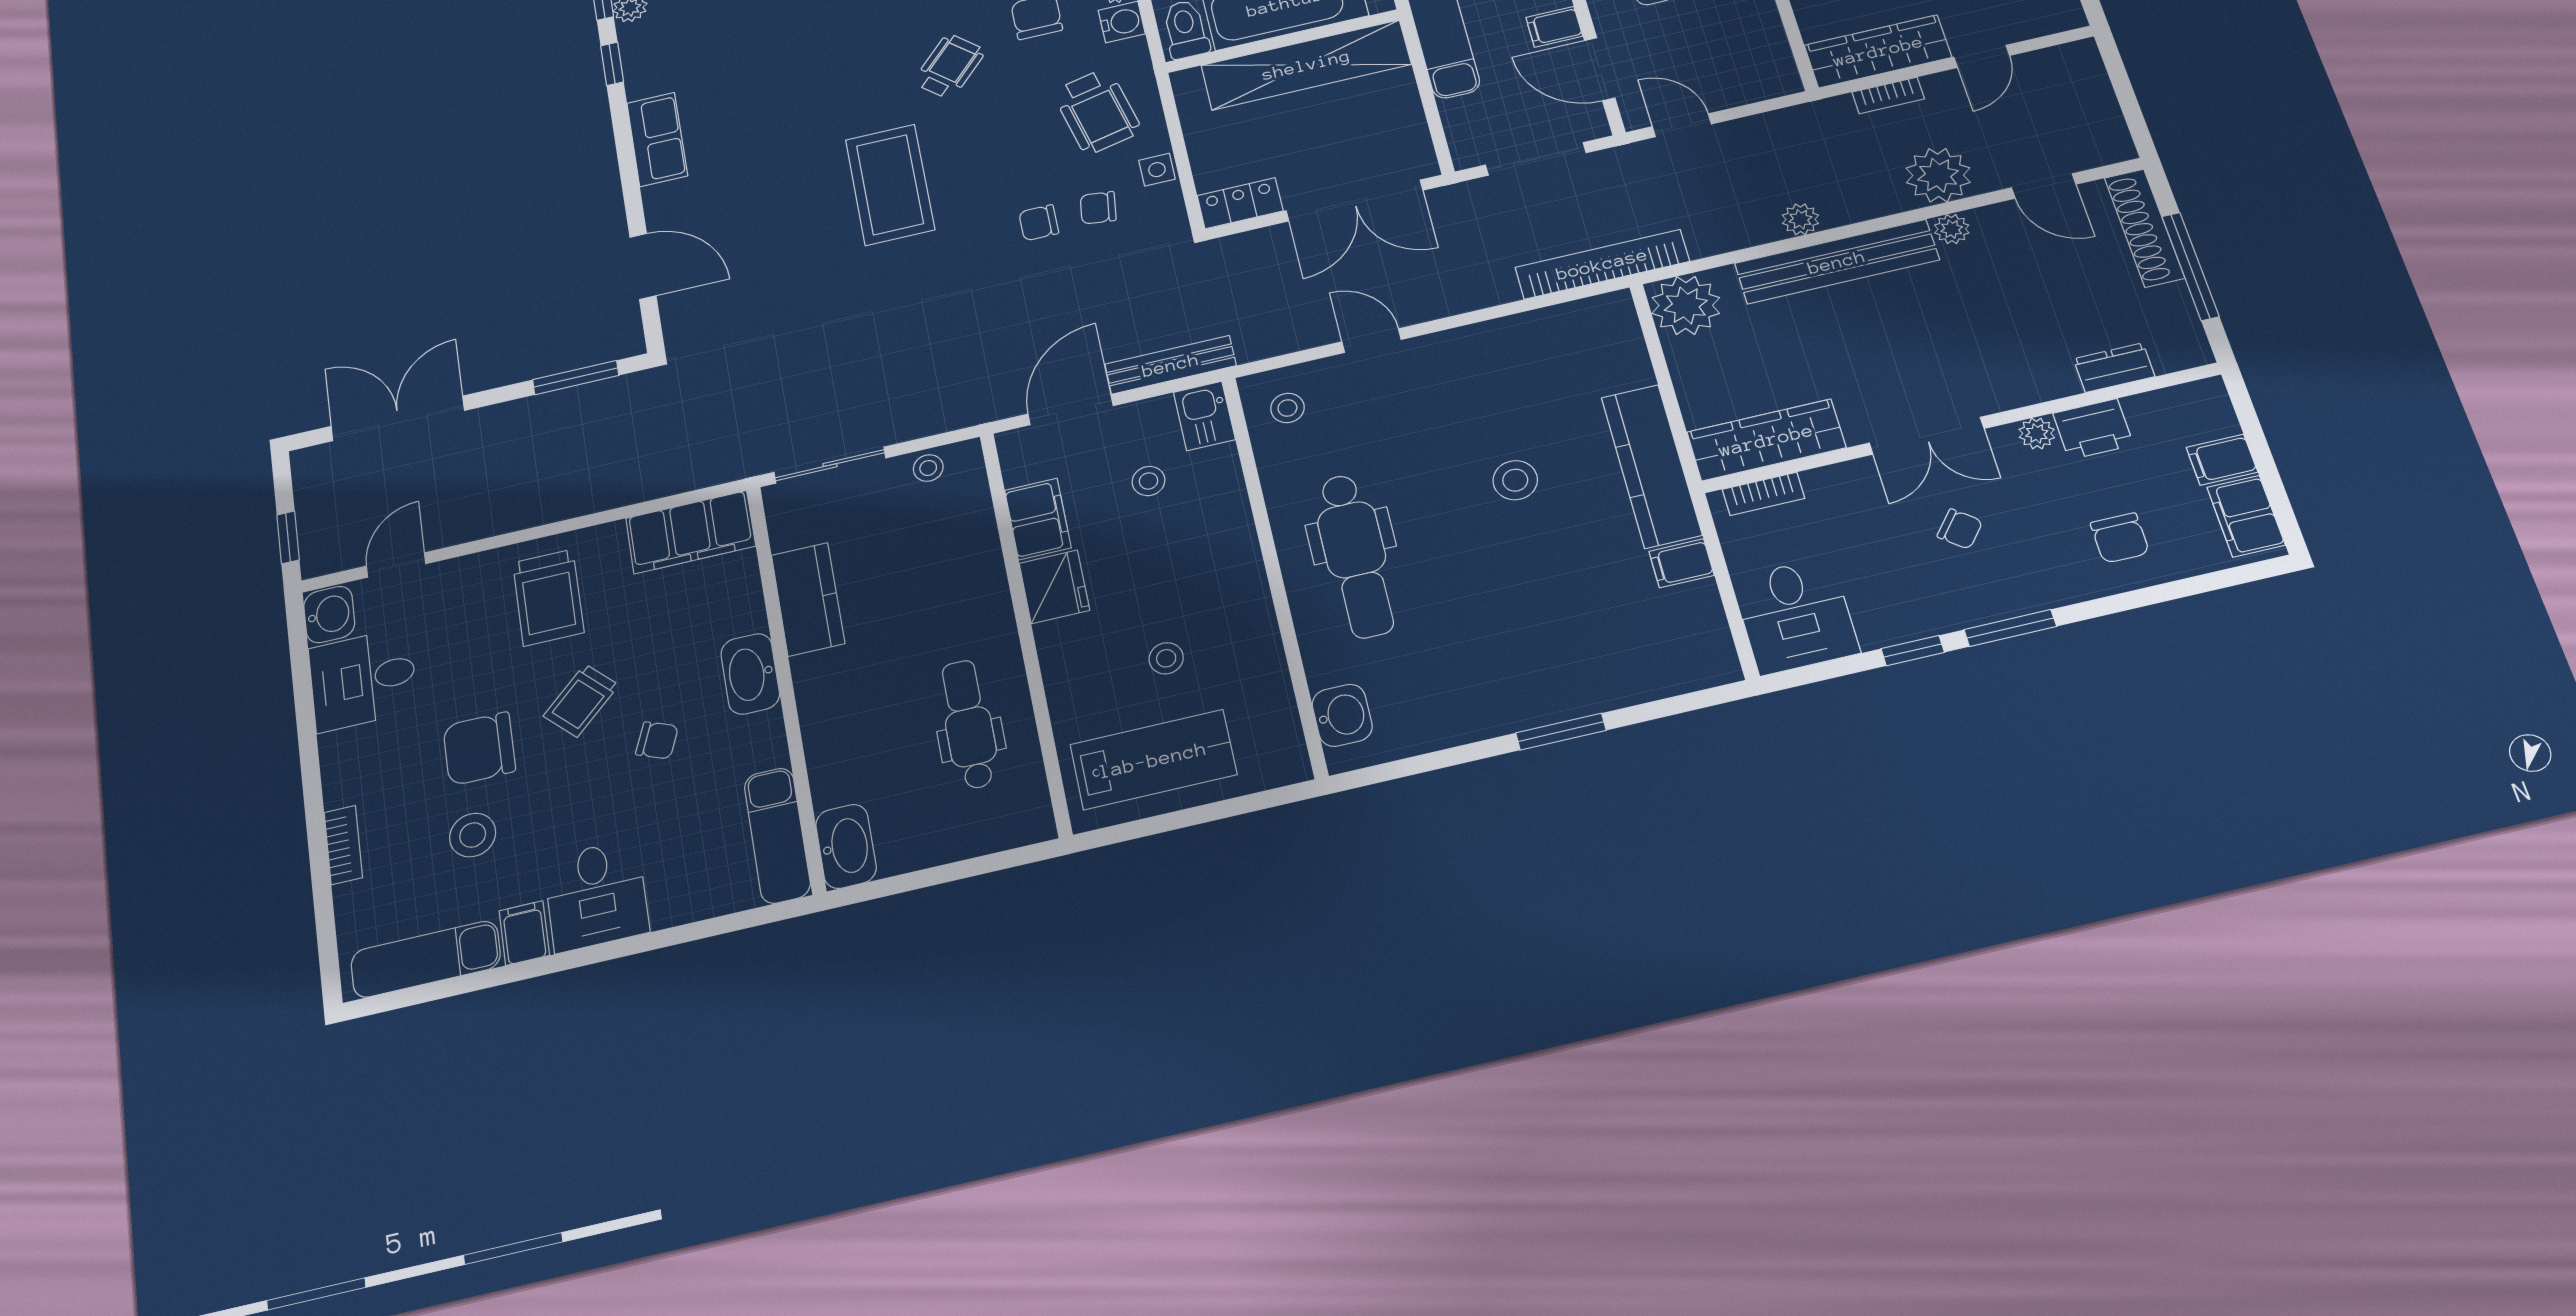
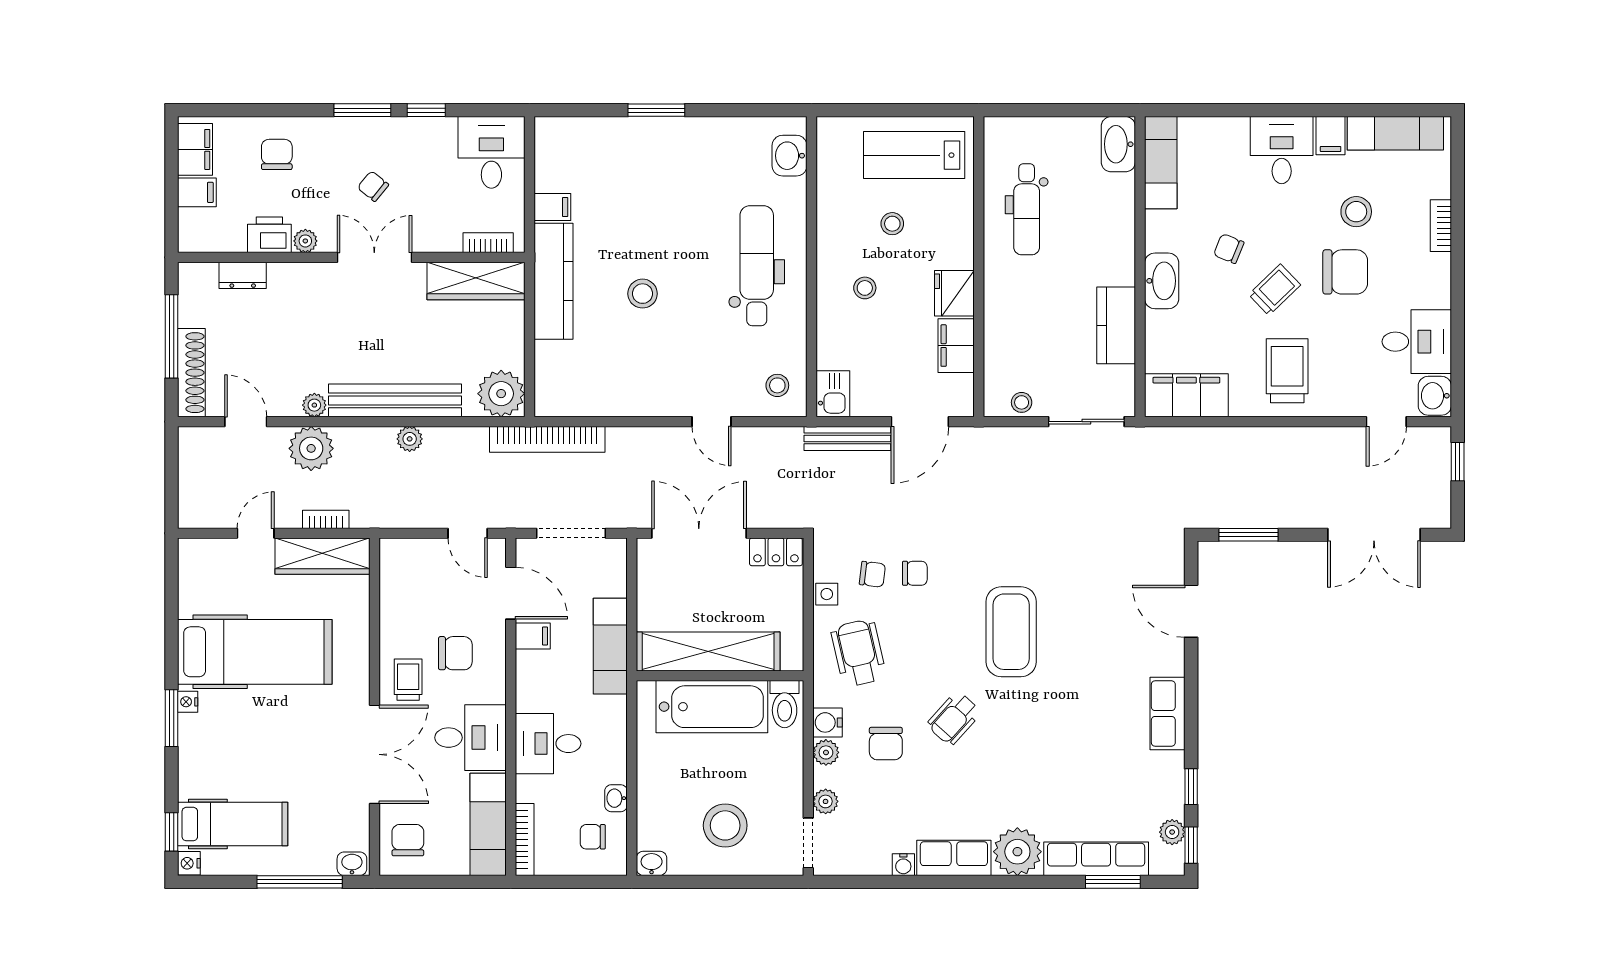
stool: (1149, 481) -> (865, 288), moved

